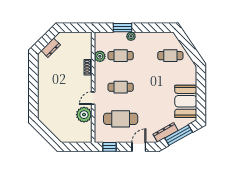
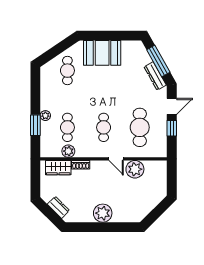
wardrobe: (85, 48) -> (58, 168), added
plant: (46, 86) -> (103, 213), added
booth: (186, 101) -> (102, 53), moved
window: (109, 147) -> (172, 128), moved
door: (139, 147) -> (172, 106), swing flipped

